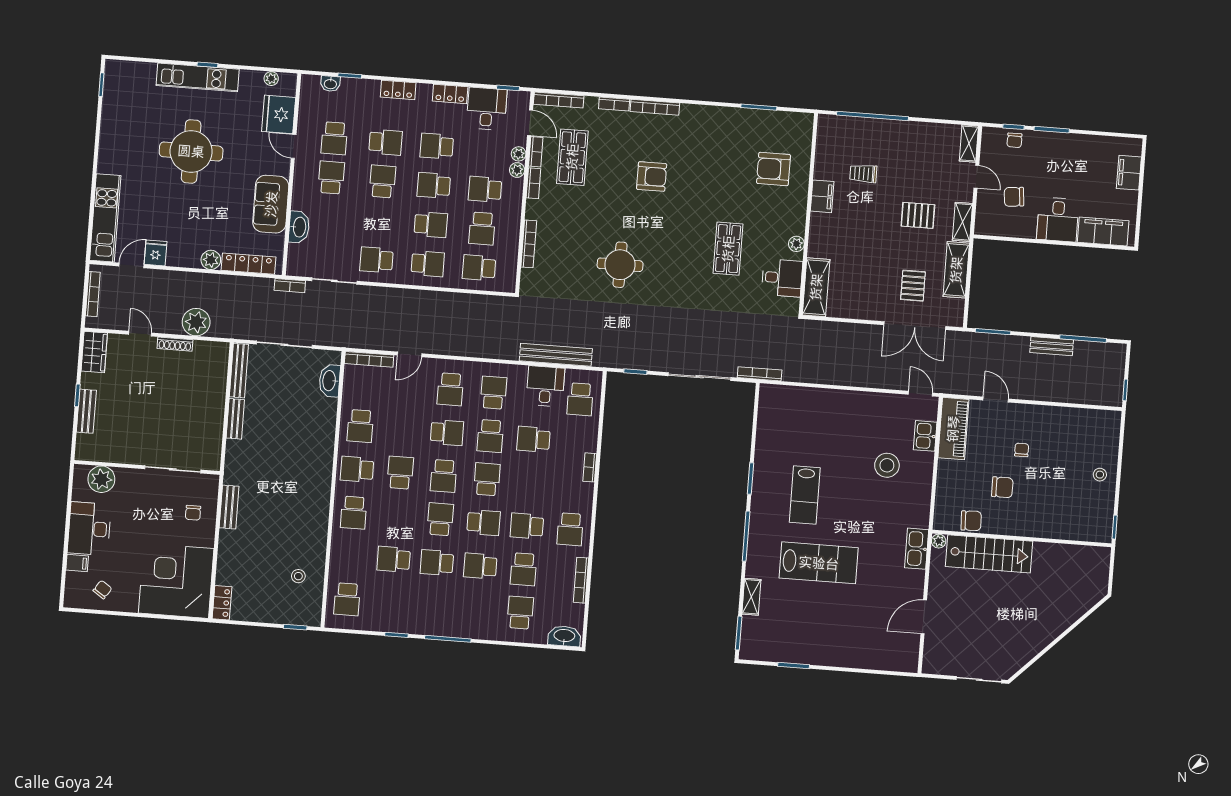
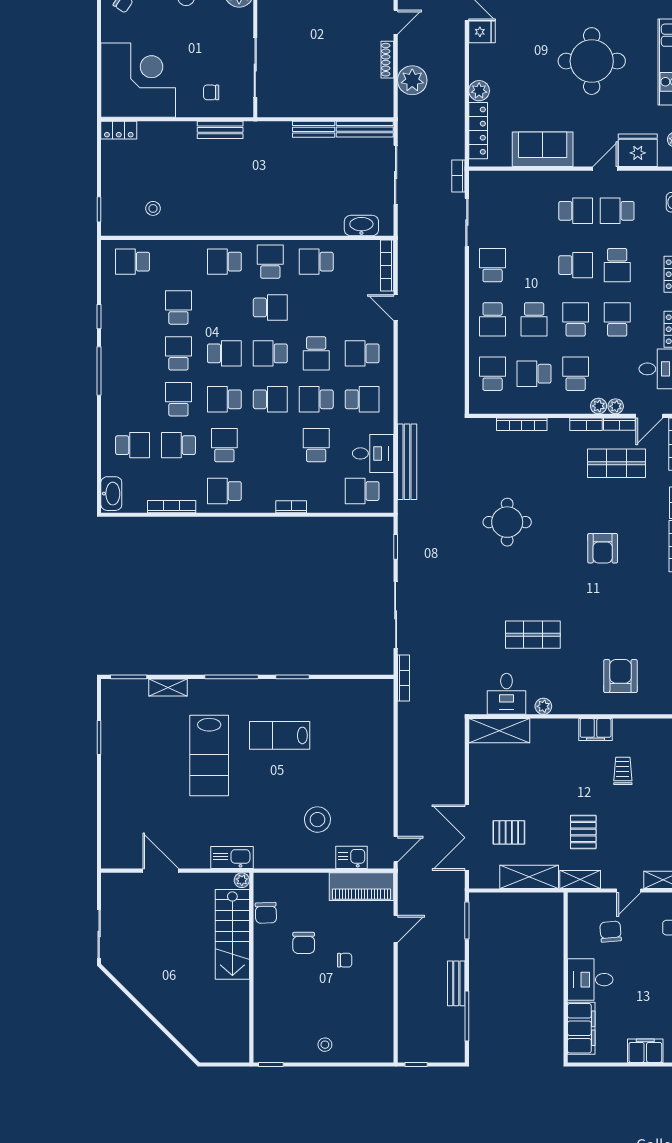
washbasin: (299, 227) -> (521, 181), removed
school desk: (484, 523) -> (224, 399), turned 90

